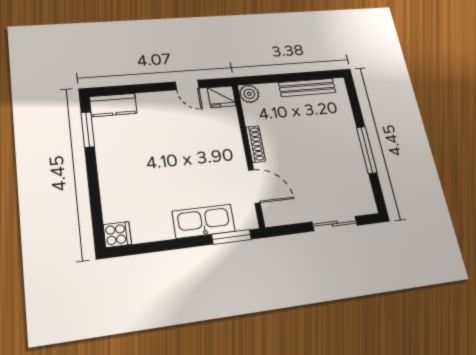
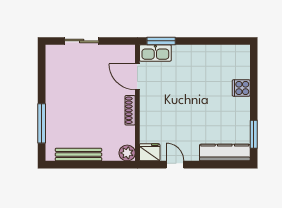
kitchen counter: (113, 105) -> (225, 153), width x1.50
window: (367, 150) -> (42, 123), moved
kitchen sink: (204, 221) -> (155, 53), moved, width x0.73, depth x0.81
cooker: (117, 234) -> (241, 88), moved

